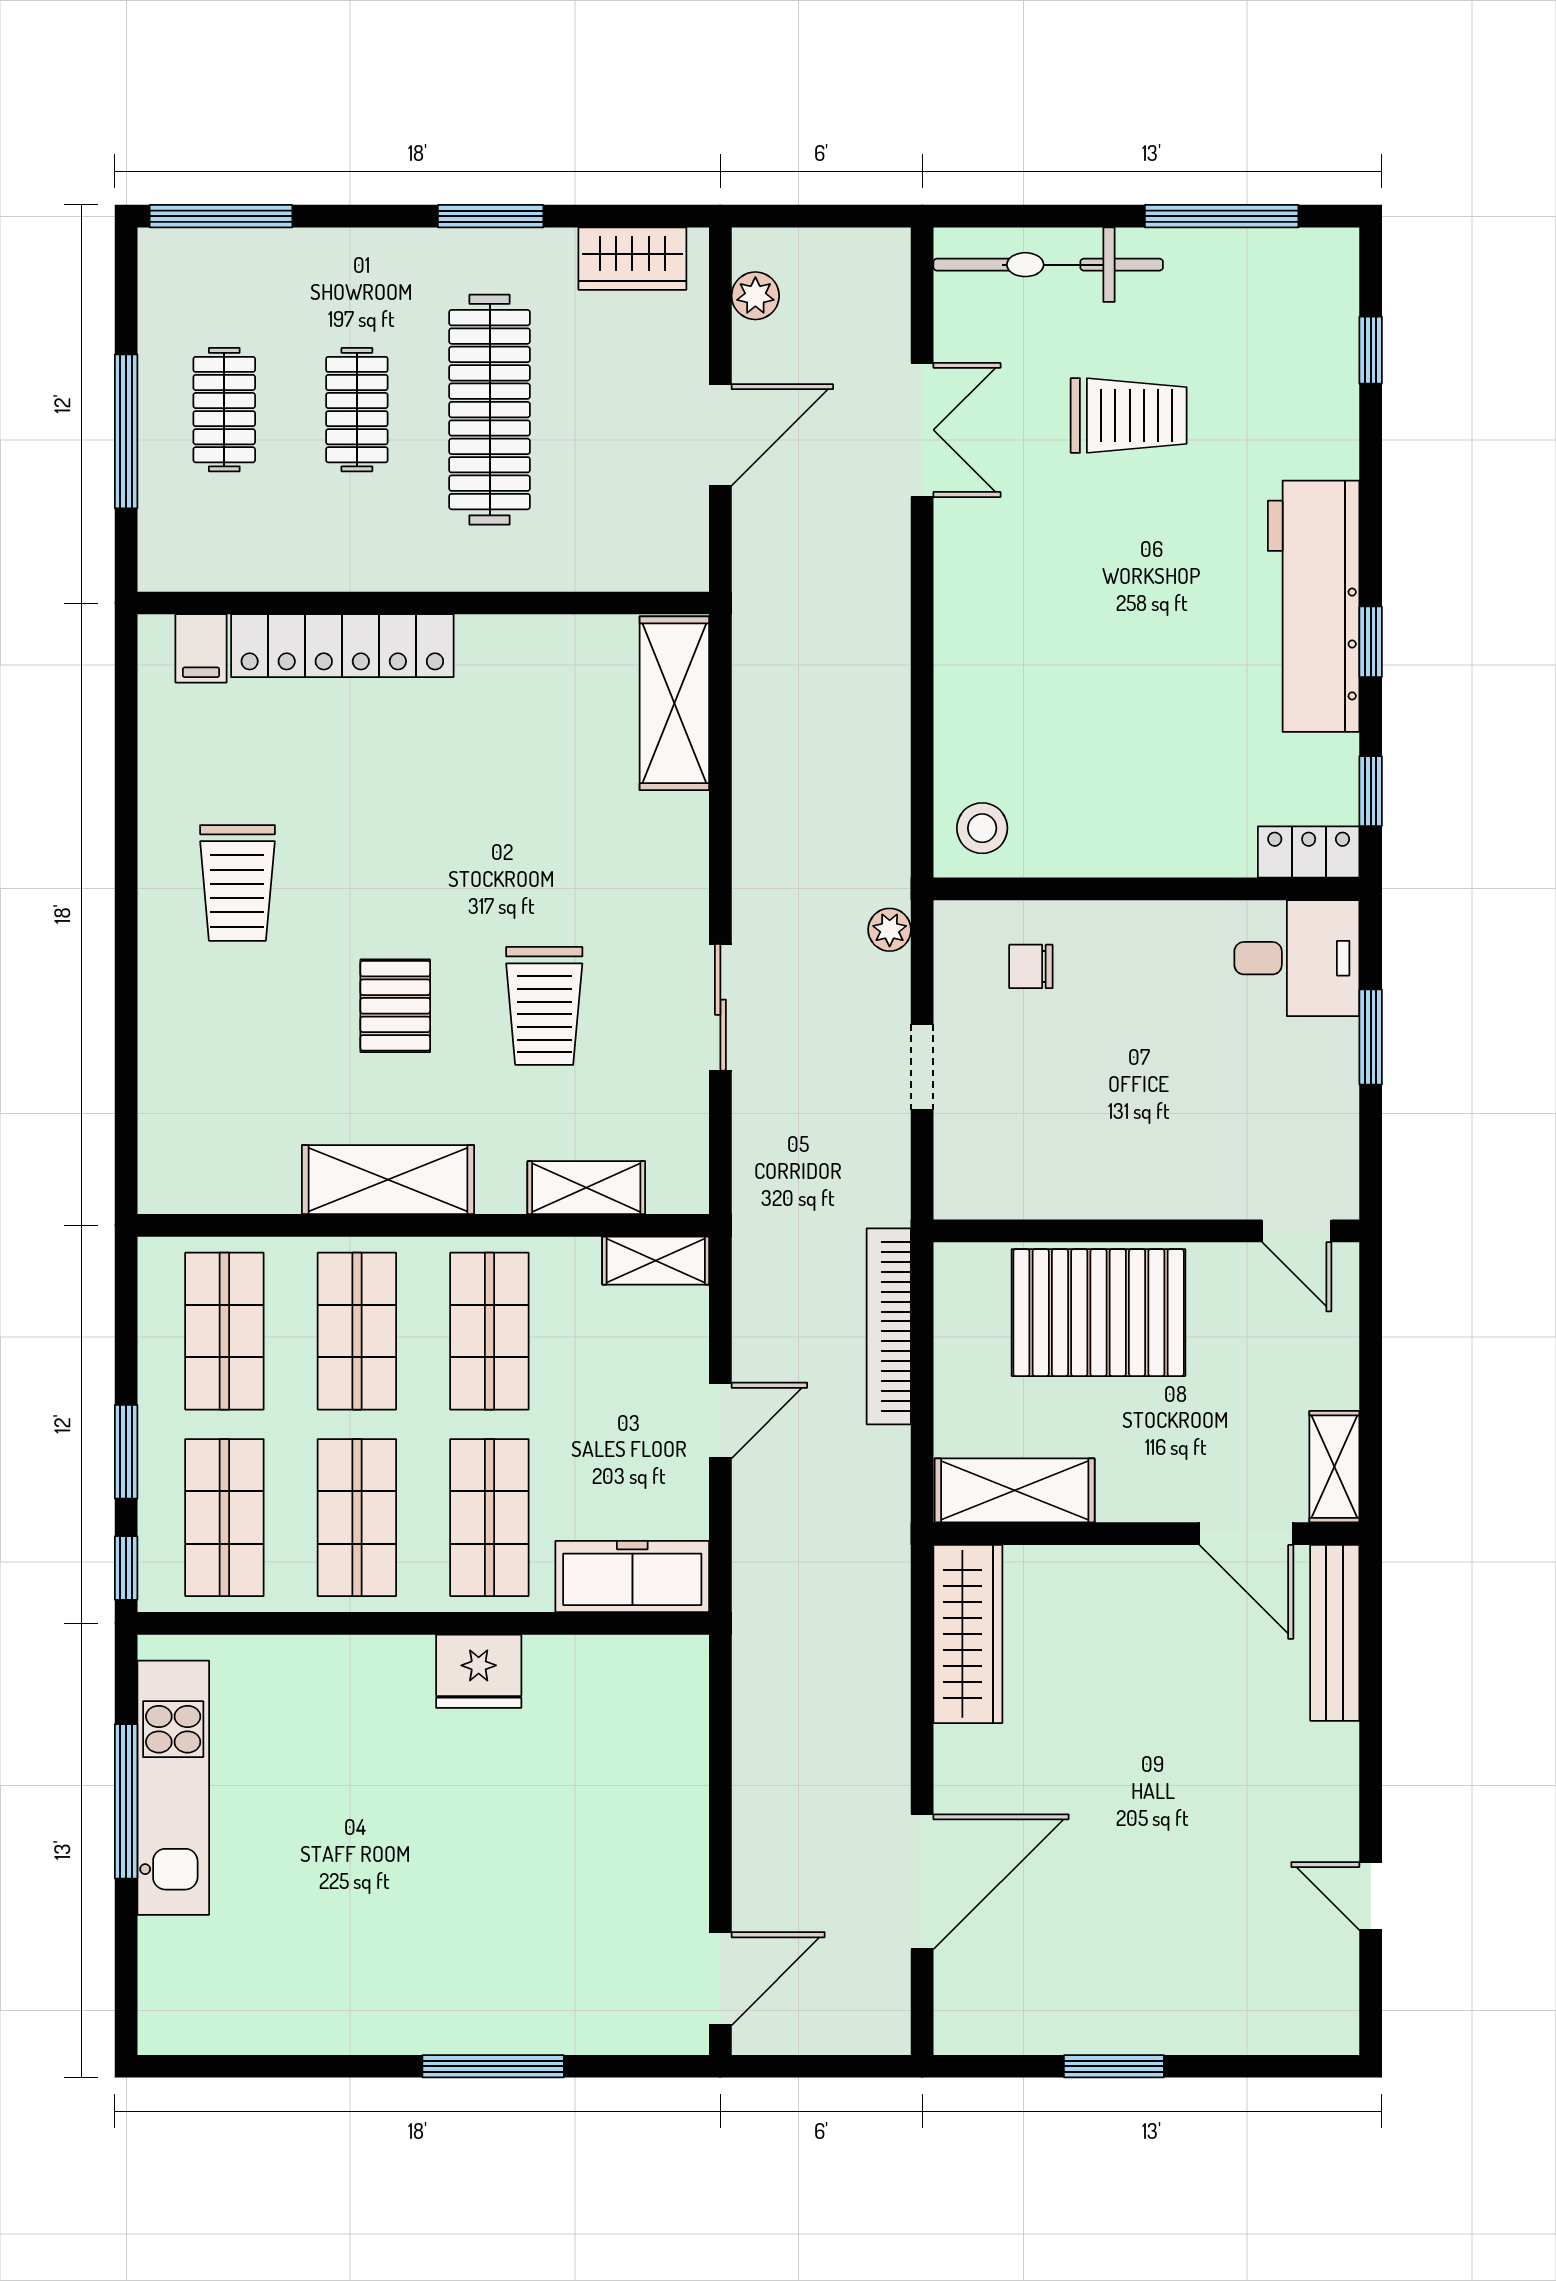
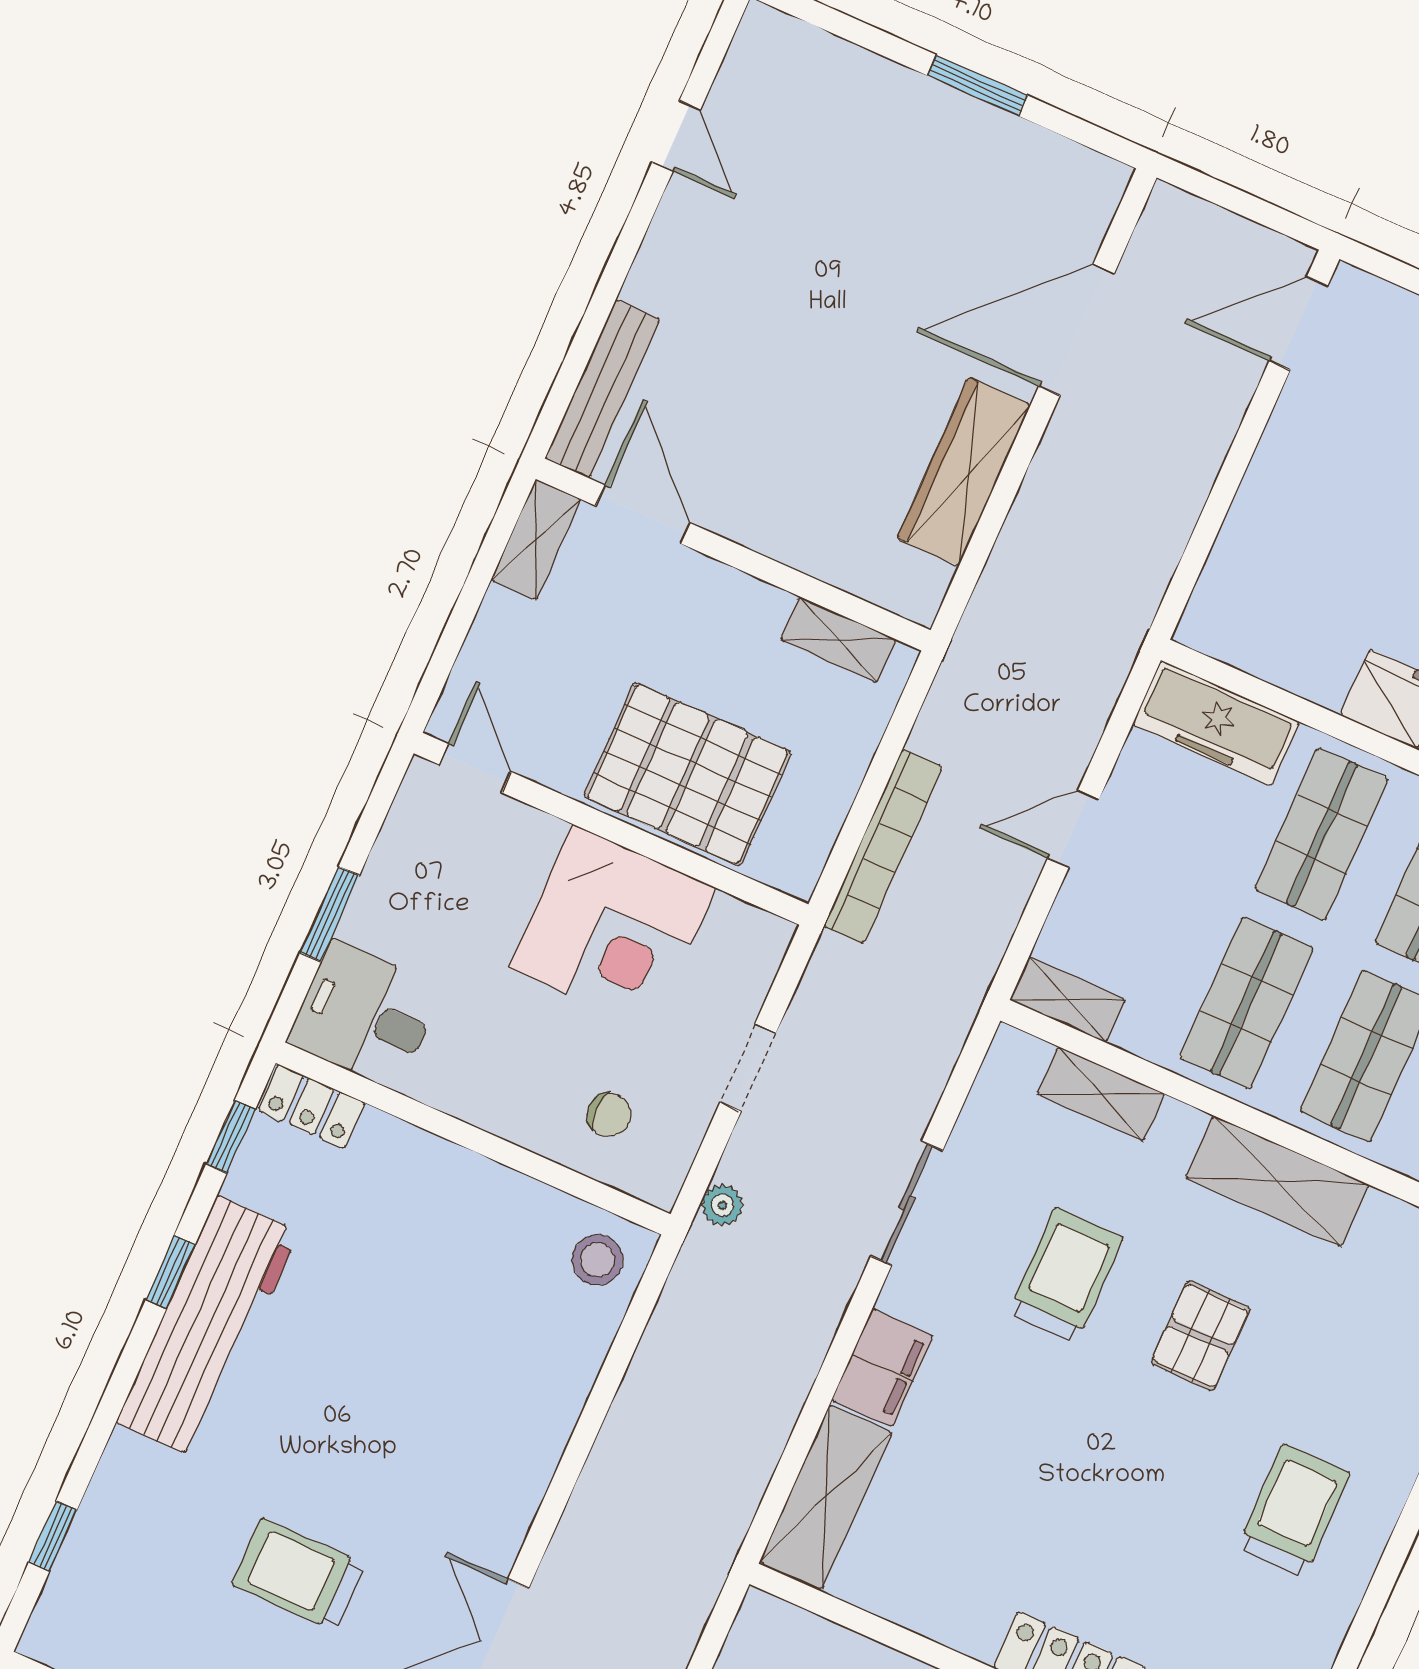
filing cabinet: (675, 845) -> (882, 1368), added
corner desk: (1104, 1140) -> (613, 928), added
shelving: (1015, 1490) -> (838, 640), width x0.67, depth x0.75
wardrobe: (968, 1634) -> (964, 472), moved

